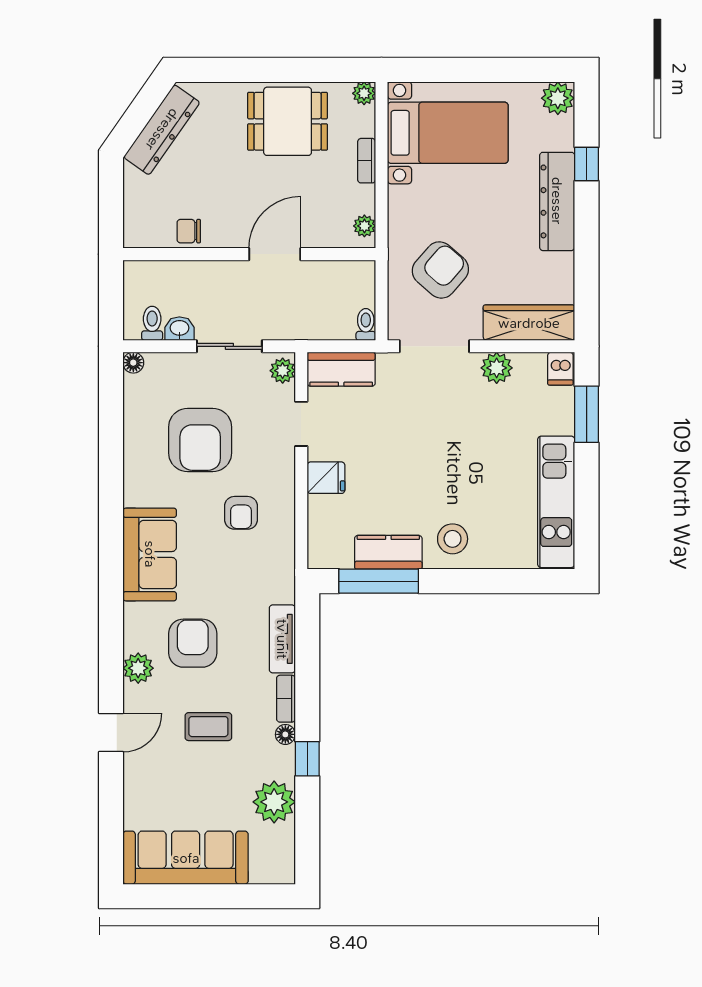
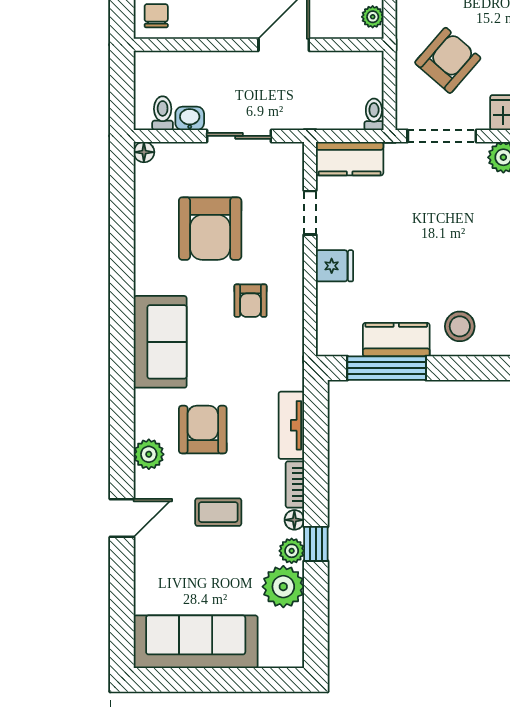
chair: (189, 231) -> (156, 16), moved, turned 90
plant: (283, 371) -> (292, 551), moved

